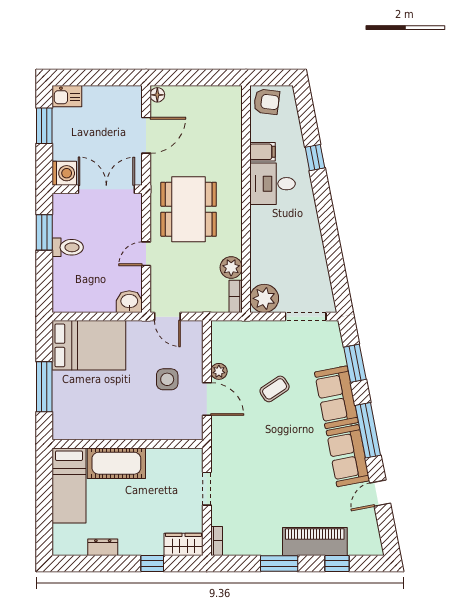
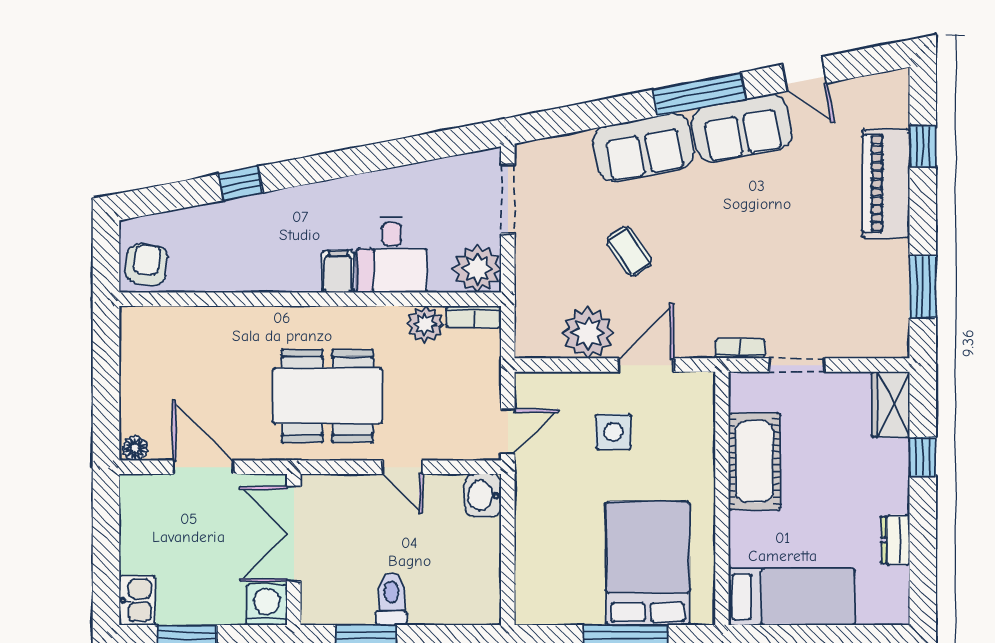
filing cabinet: (262, 152) -> (338, 272), moved
desk: (273, 184) -> (392, 255), moved
bed: (89, 345) -> (648, 563), moved
window: (355, 363) -> (586, 116), removed
plant: (219, 371) -> (588, 333), width x1.87, depth x1.87
cot: (116, 463) -> (754, 461), moved
bookcase: (217, 541) -> (740, 349), moved
window: (279, 563) -> (923, 287), moved

